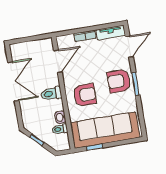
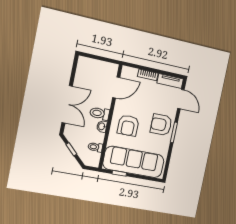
door: (129, 47) -> (181, 99), hinge flipped
double door: (13, 81) -> (67, 104), moved
armchair: (85, 95) -> (128, 126), turned 90
washbasin: (60, 117) -> (102, 126), moved

